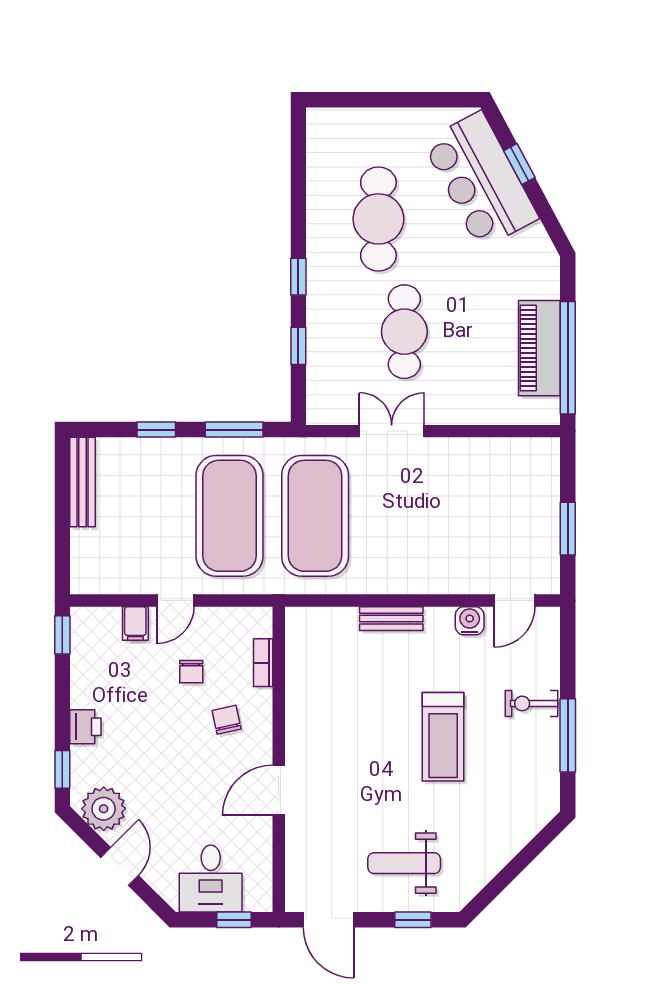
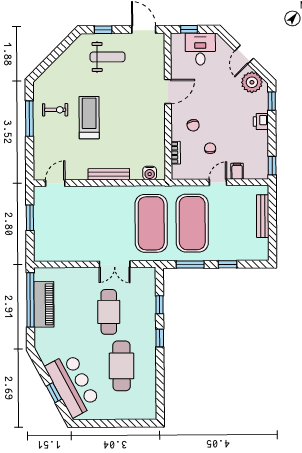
bench: (83, 482) -> (263, 216), moved
bench: (391, 619) -> (109, 174), width x1.36
water cooler: (470, 621) -> (150, 173), moved
exercise bike: (531, 703) -> (55, 110), moved

